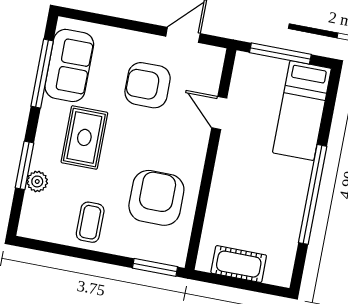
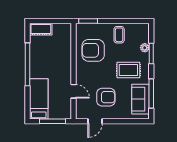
rug: (84, 137) -> (128, 70), turned 90
armchair: (156, 198) -> (93, 50), turned 90
cot: (239, 264) -> (41, 29), moved

